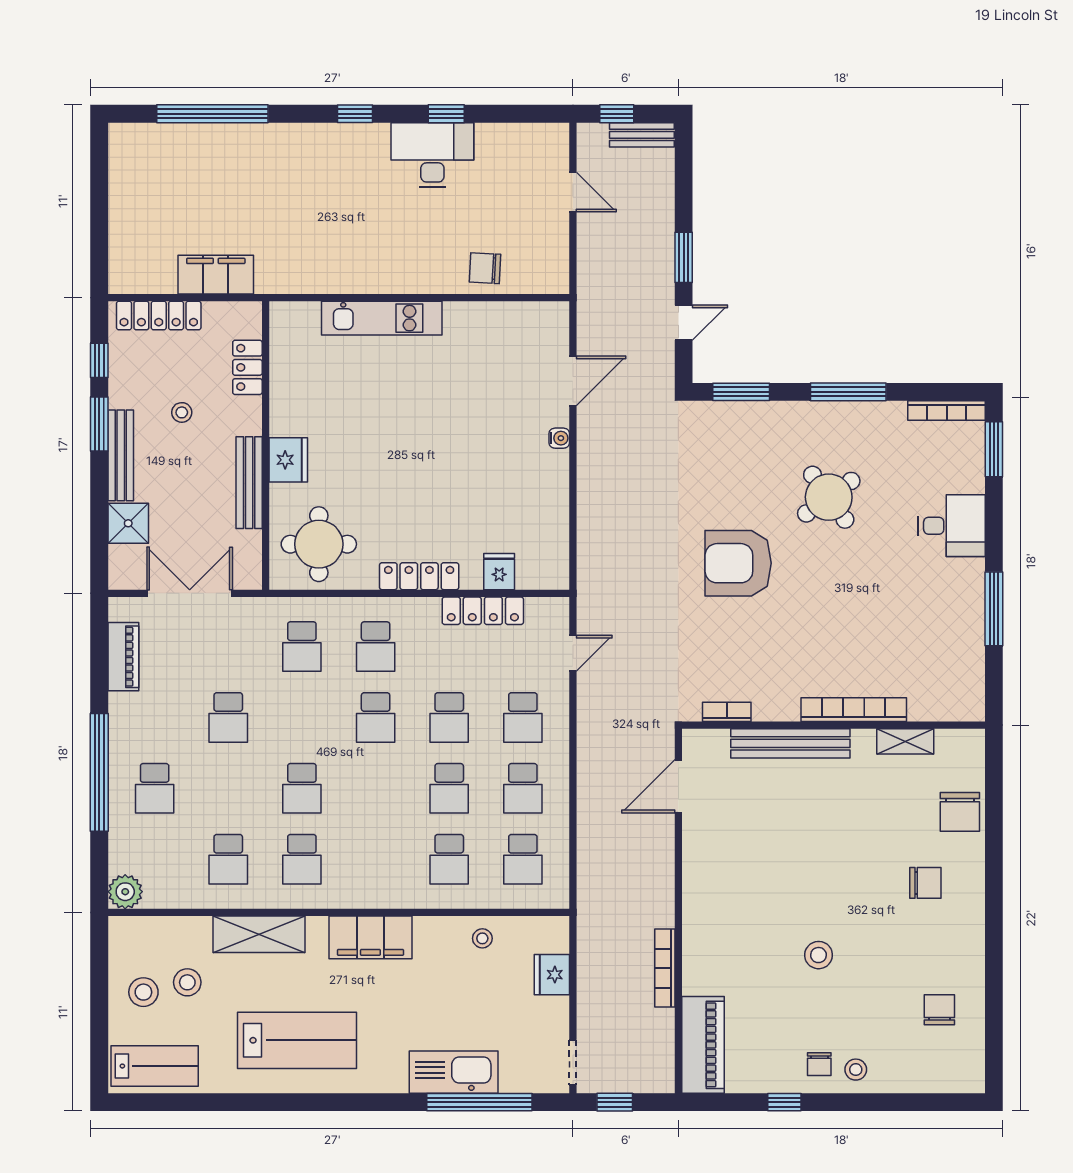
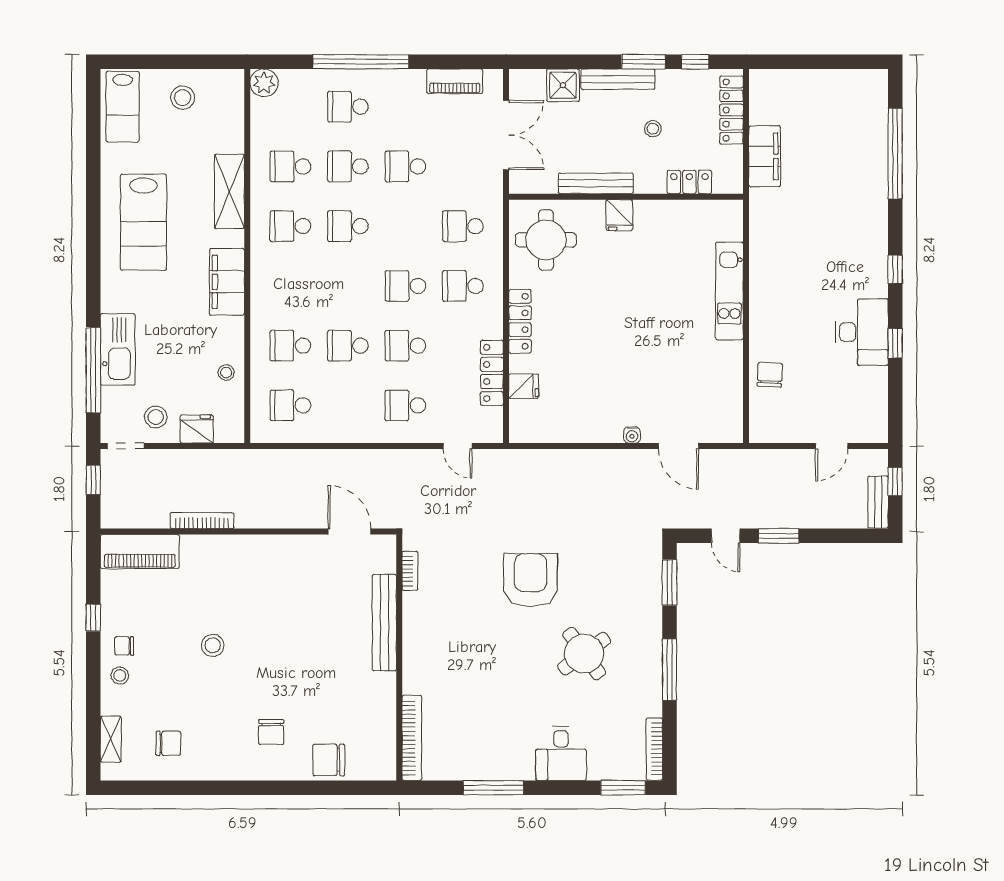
fridge: (288, 460) -> (619, 215), width x0.72
bookcase: (854, 710) -> (412, 738), moved
shelving: (905, 741) -> (111, 739), moved
school desk: (523, 788) -> (348, 166), moved
stool: (187, 982) -> (156, 417), moved

